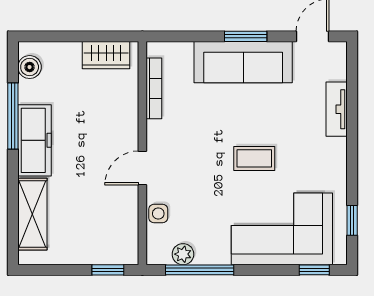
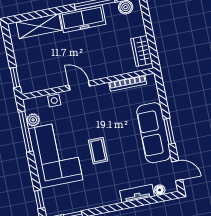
floor lamp: (338, 71) -> (160, 190), added
corner sofa: (282, 229) -> (56, 154), moved

